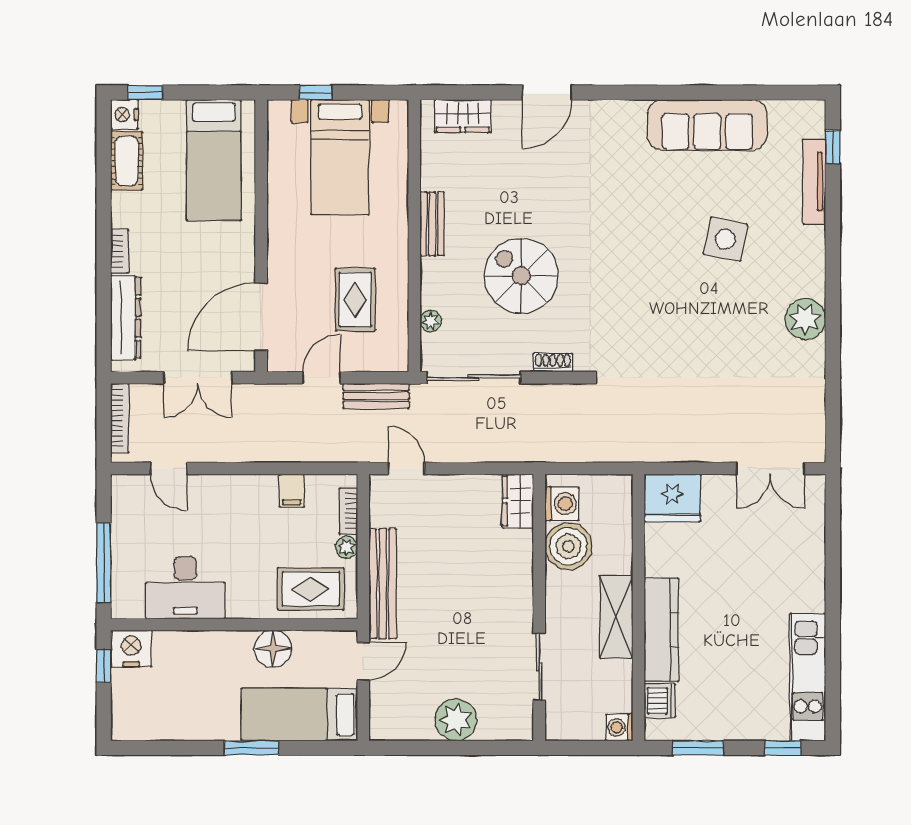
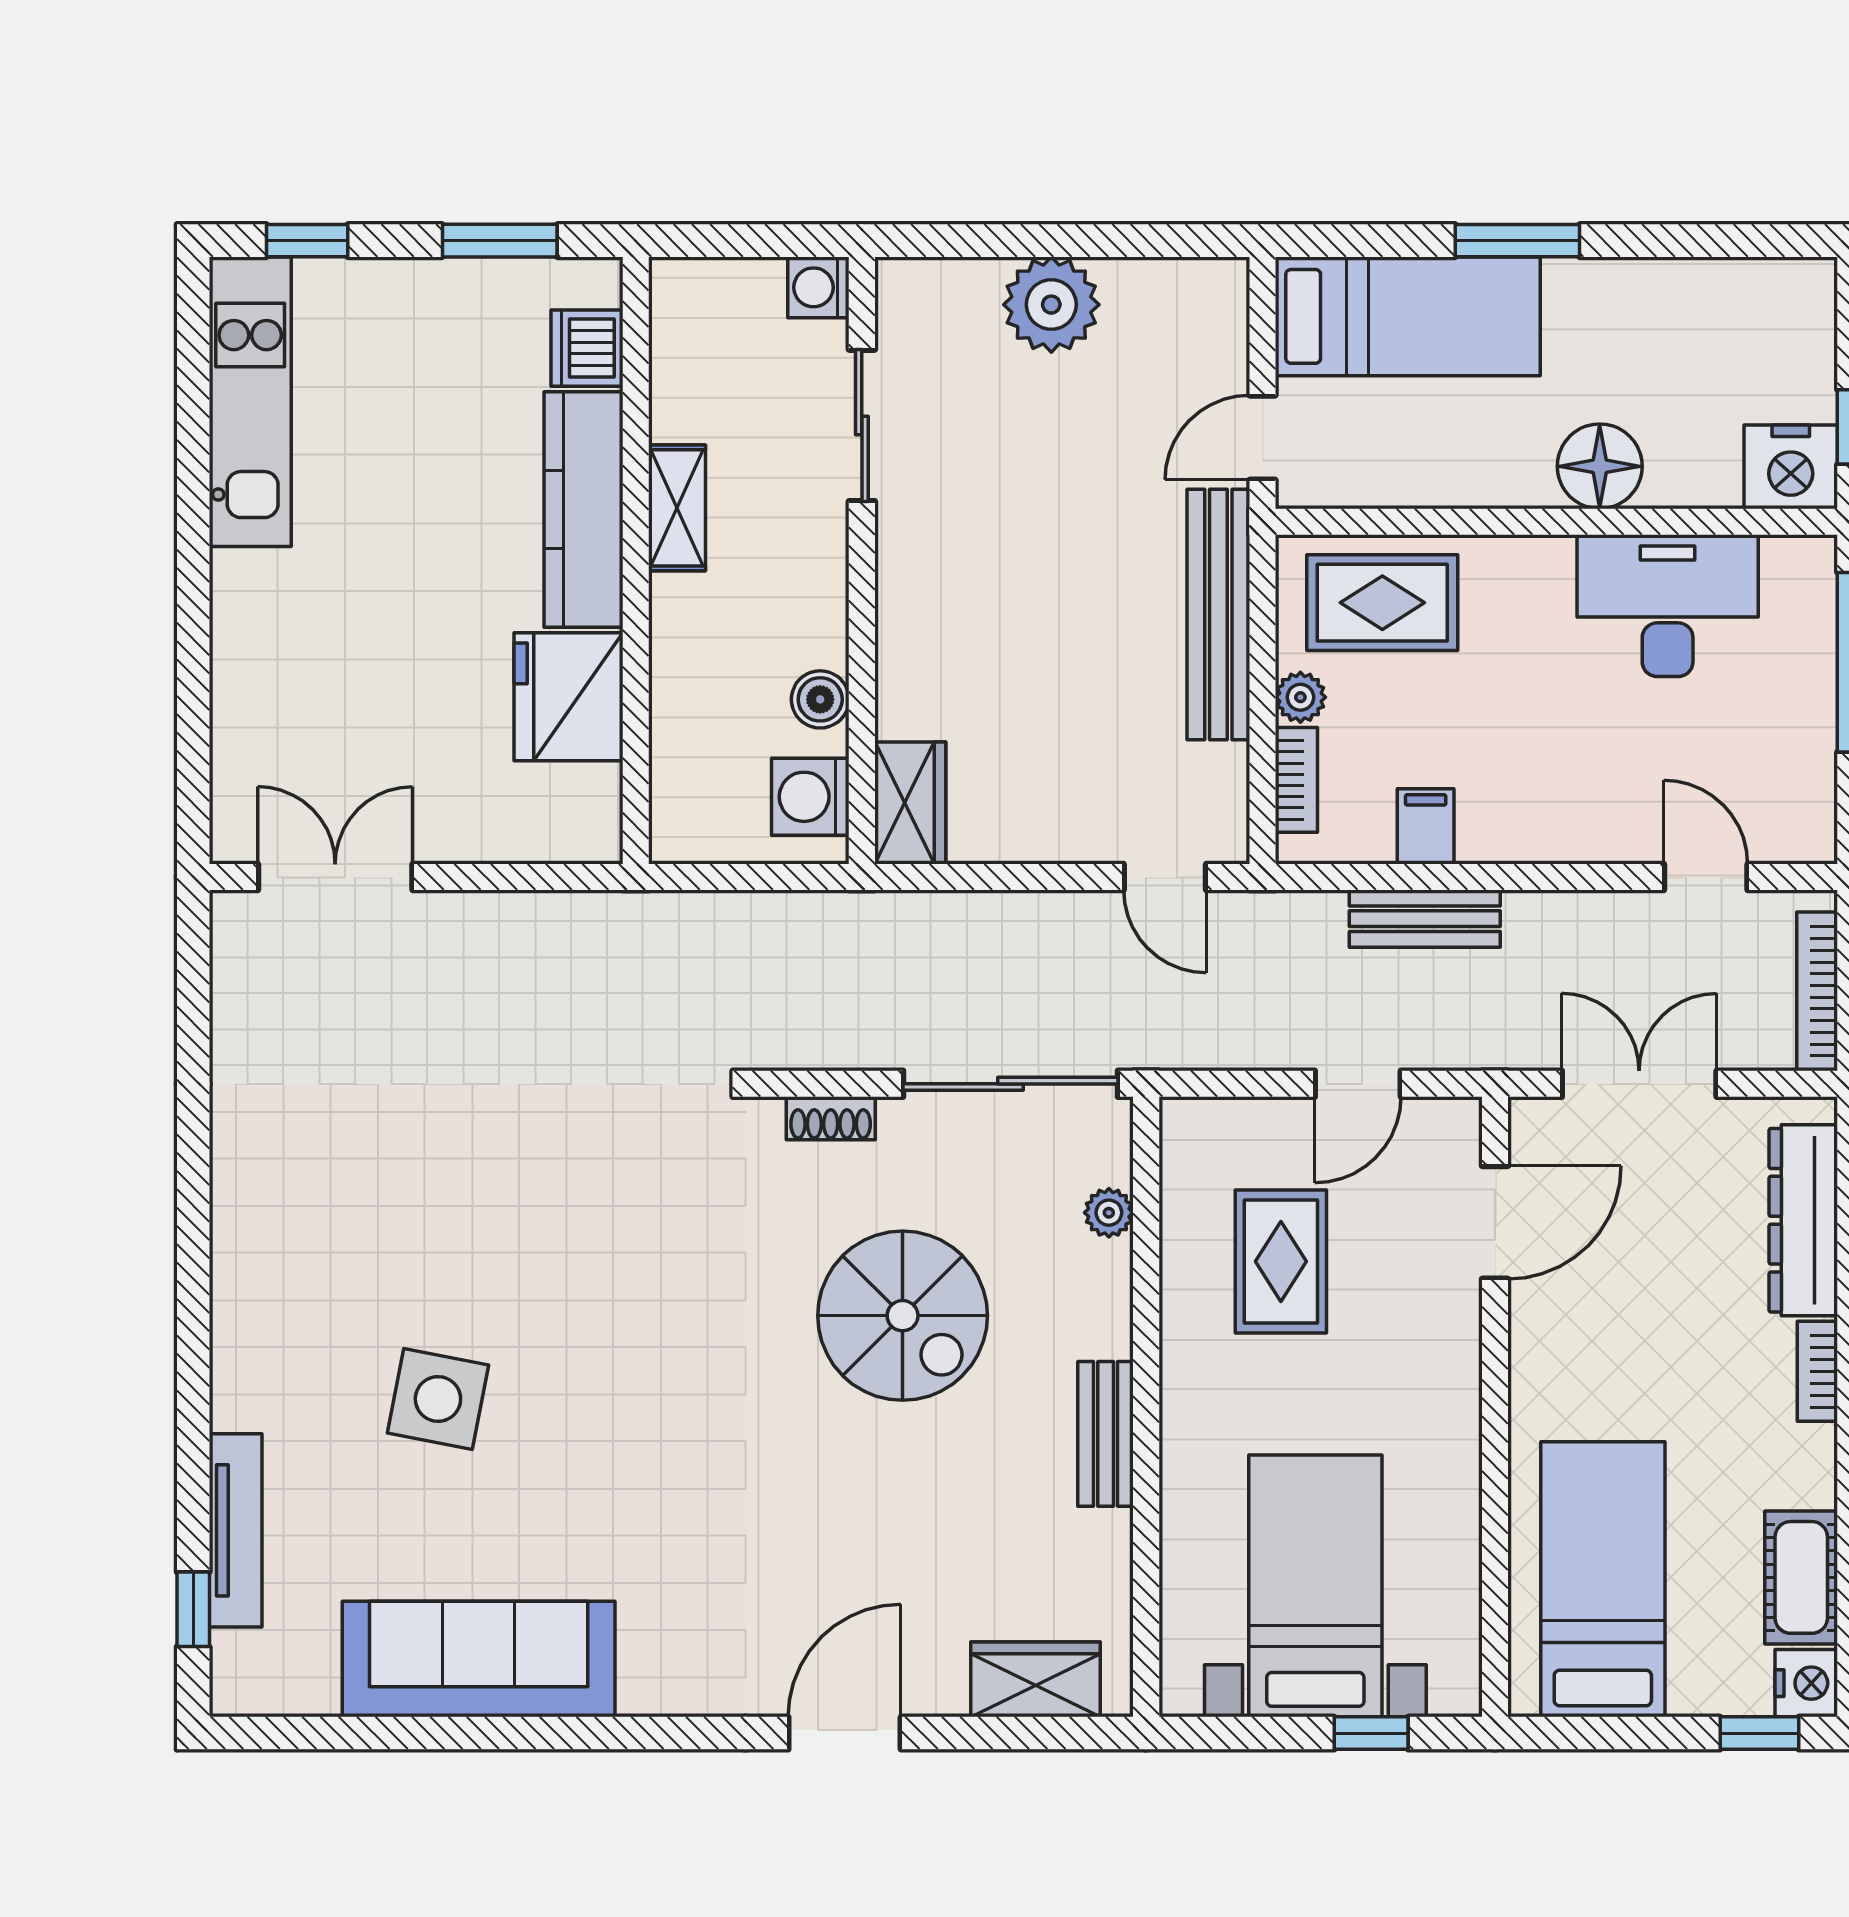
door: (261, 317) -> (1495, 1222), width x0.73
plant: (805, 319) -> (256, 1217), removed
bench: (376, 396) -> (1425, 919), moved
fridge: (672, 498) -> (568, 697), moved, turned -90
boiler: (568, 546) -> (820, 699), width x0.54, depth x0.54
shelving: (616, 617) -> (677, 508), width x0.67, depth x0.75
floor lamp: (273, 649) -> (1600, 466), moved
washing machine: (619, 727) -> (818, 287), moved, turned 180

